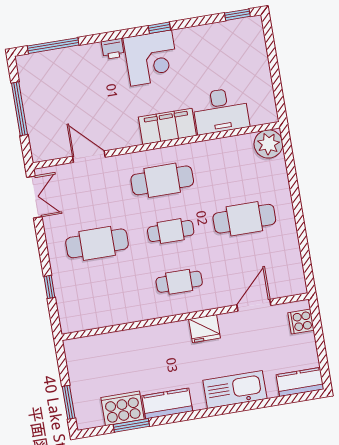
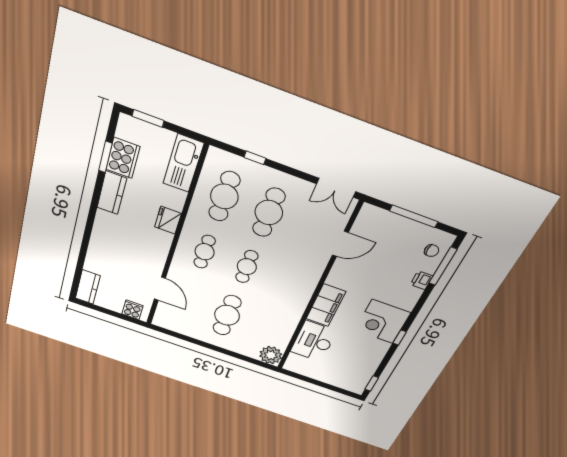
printer: (113, 49) -> (422, 280), moved
chair: (44, 68) -> (432, 251), added
cafe table: (162, 180) -> (224, 196), moved
fridge: (205, 329) -> (168, 220), moved
kitchen sink: (235, 390) -> (183, 163), moved, turned 180

